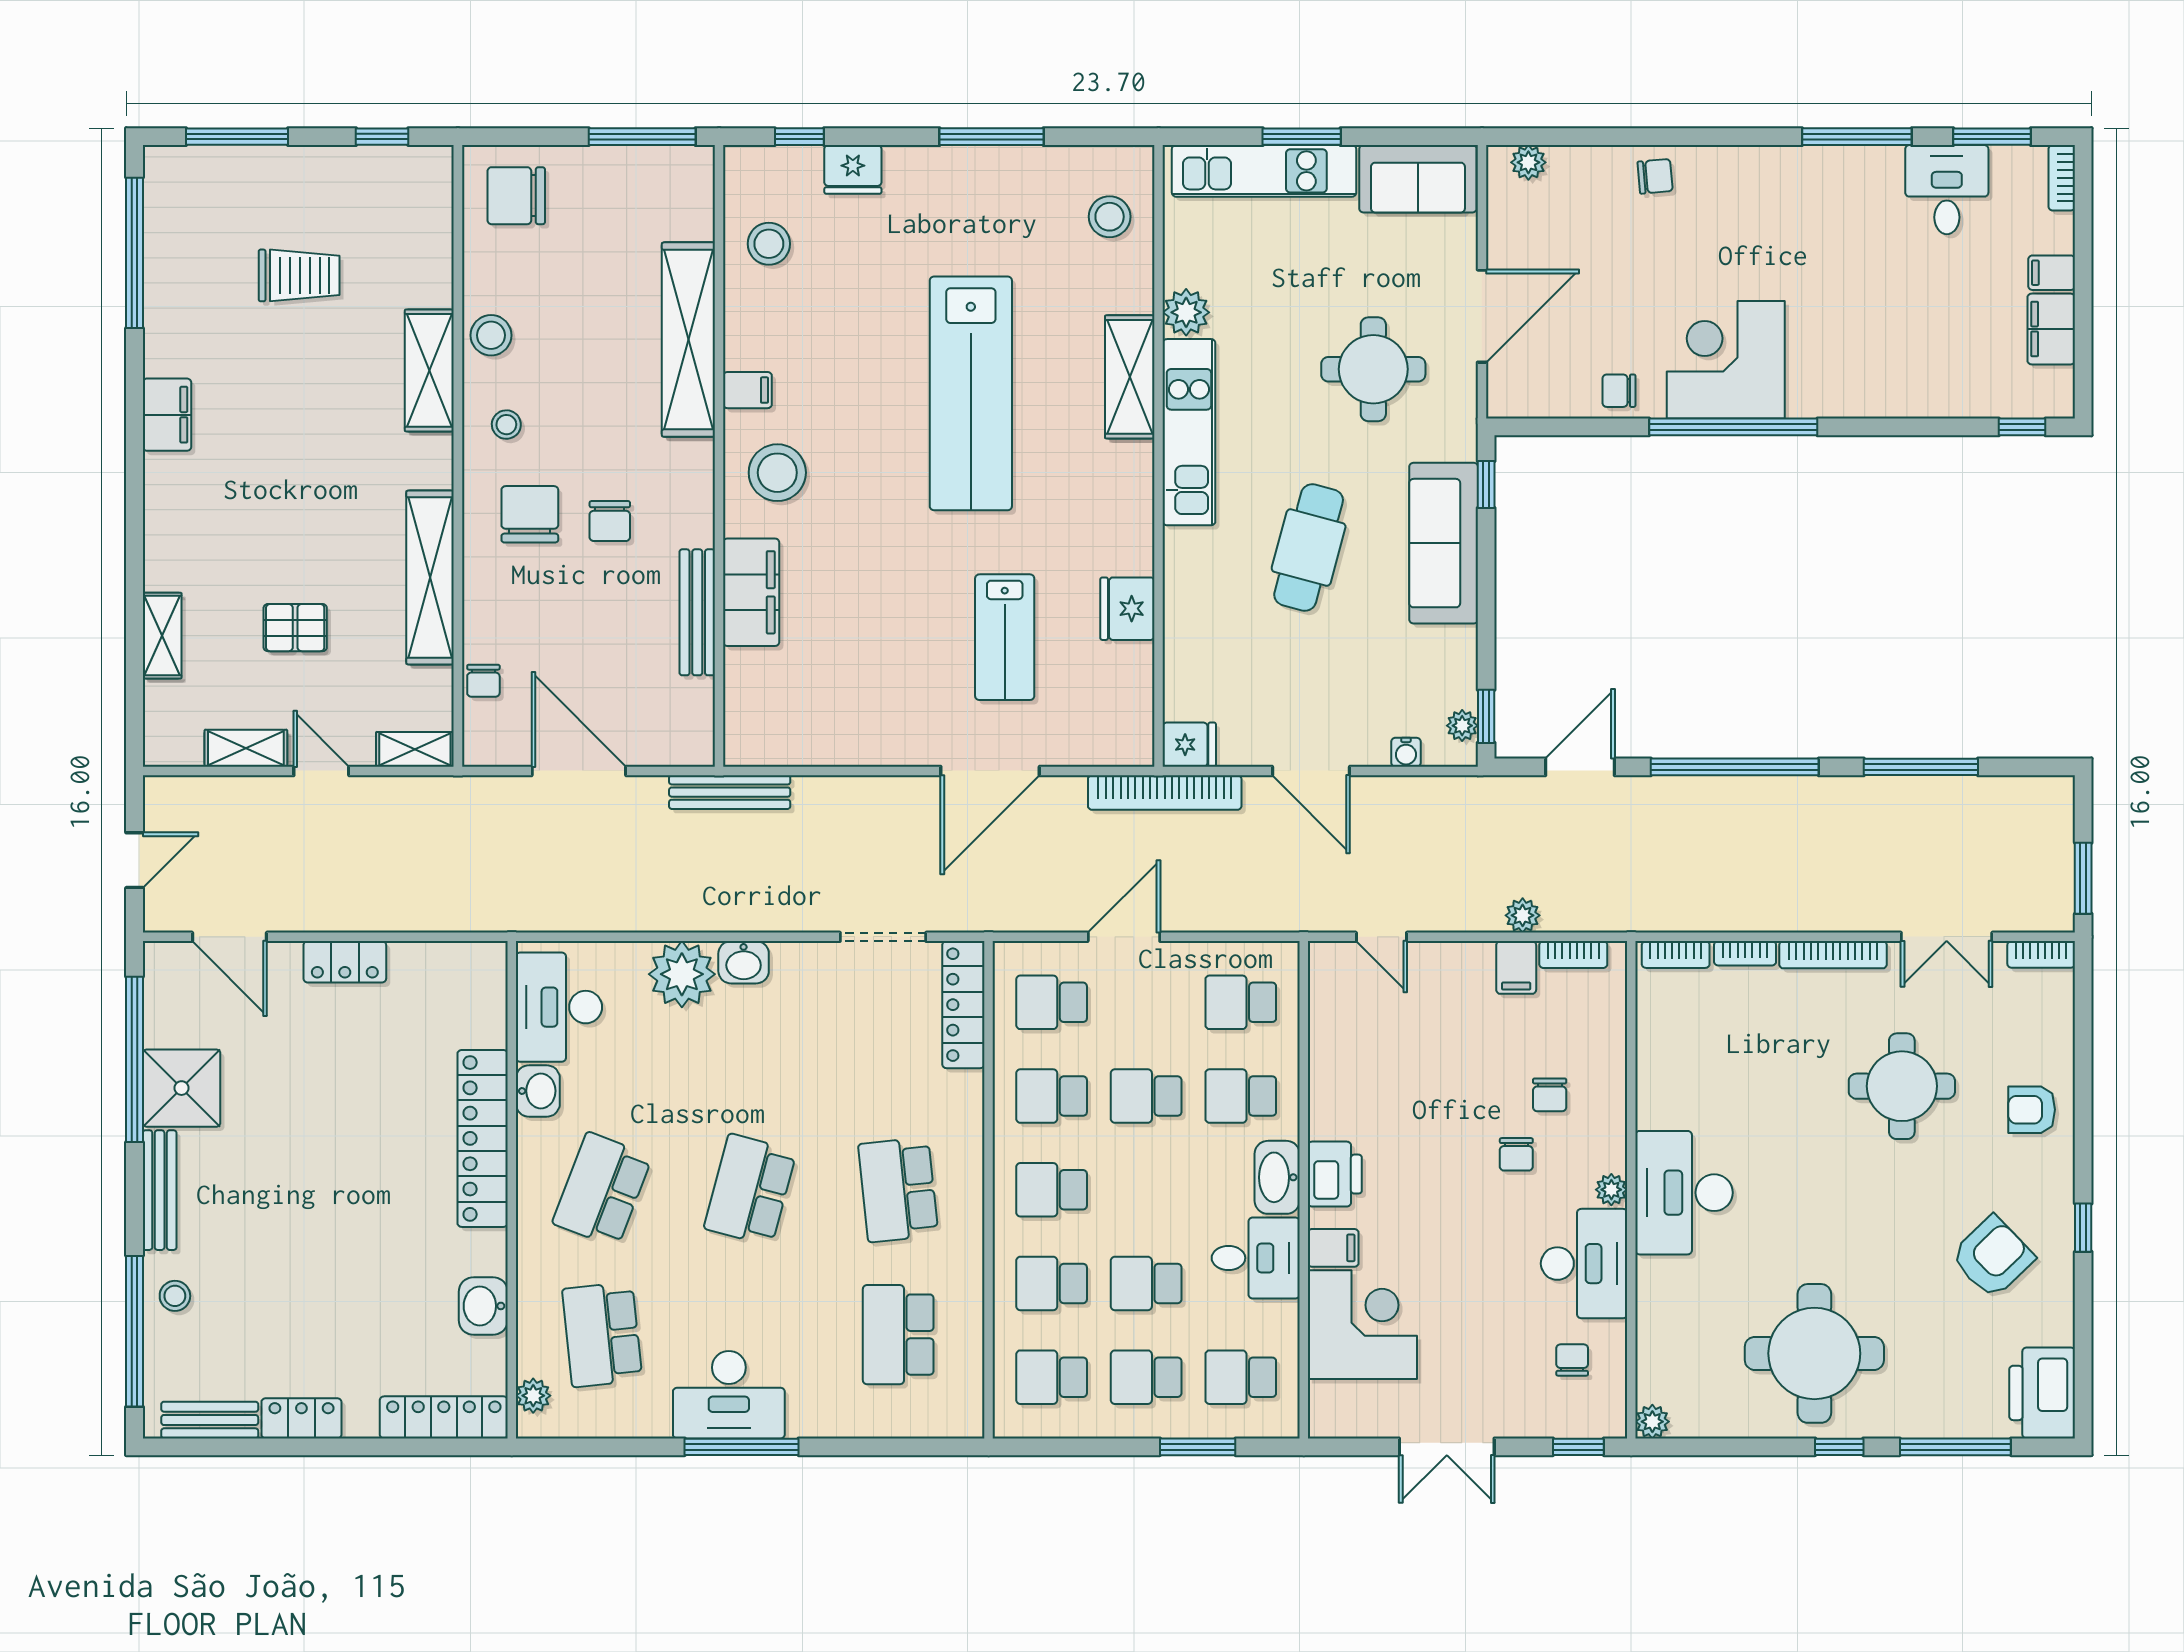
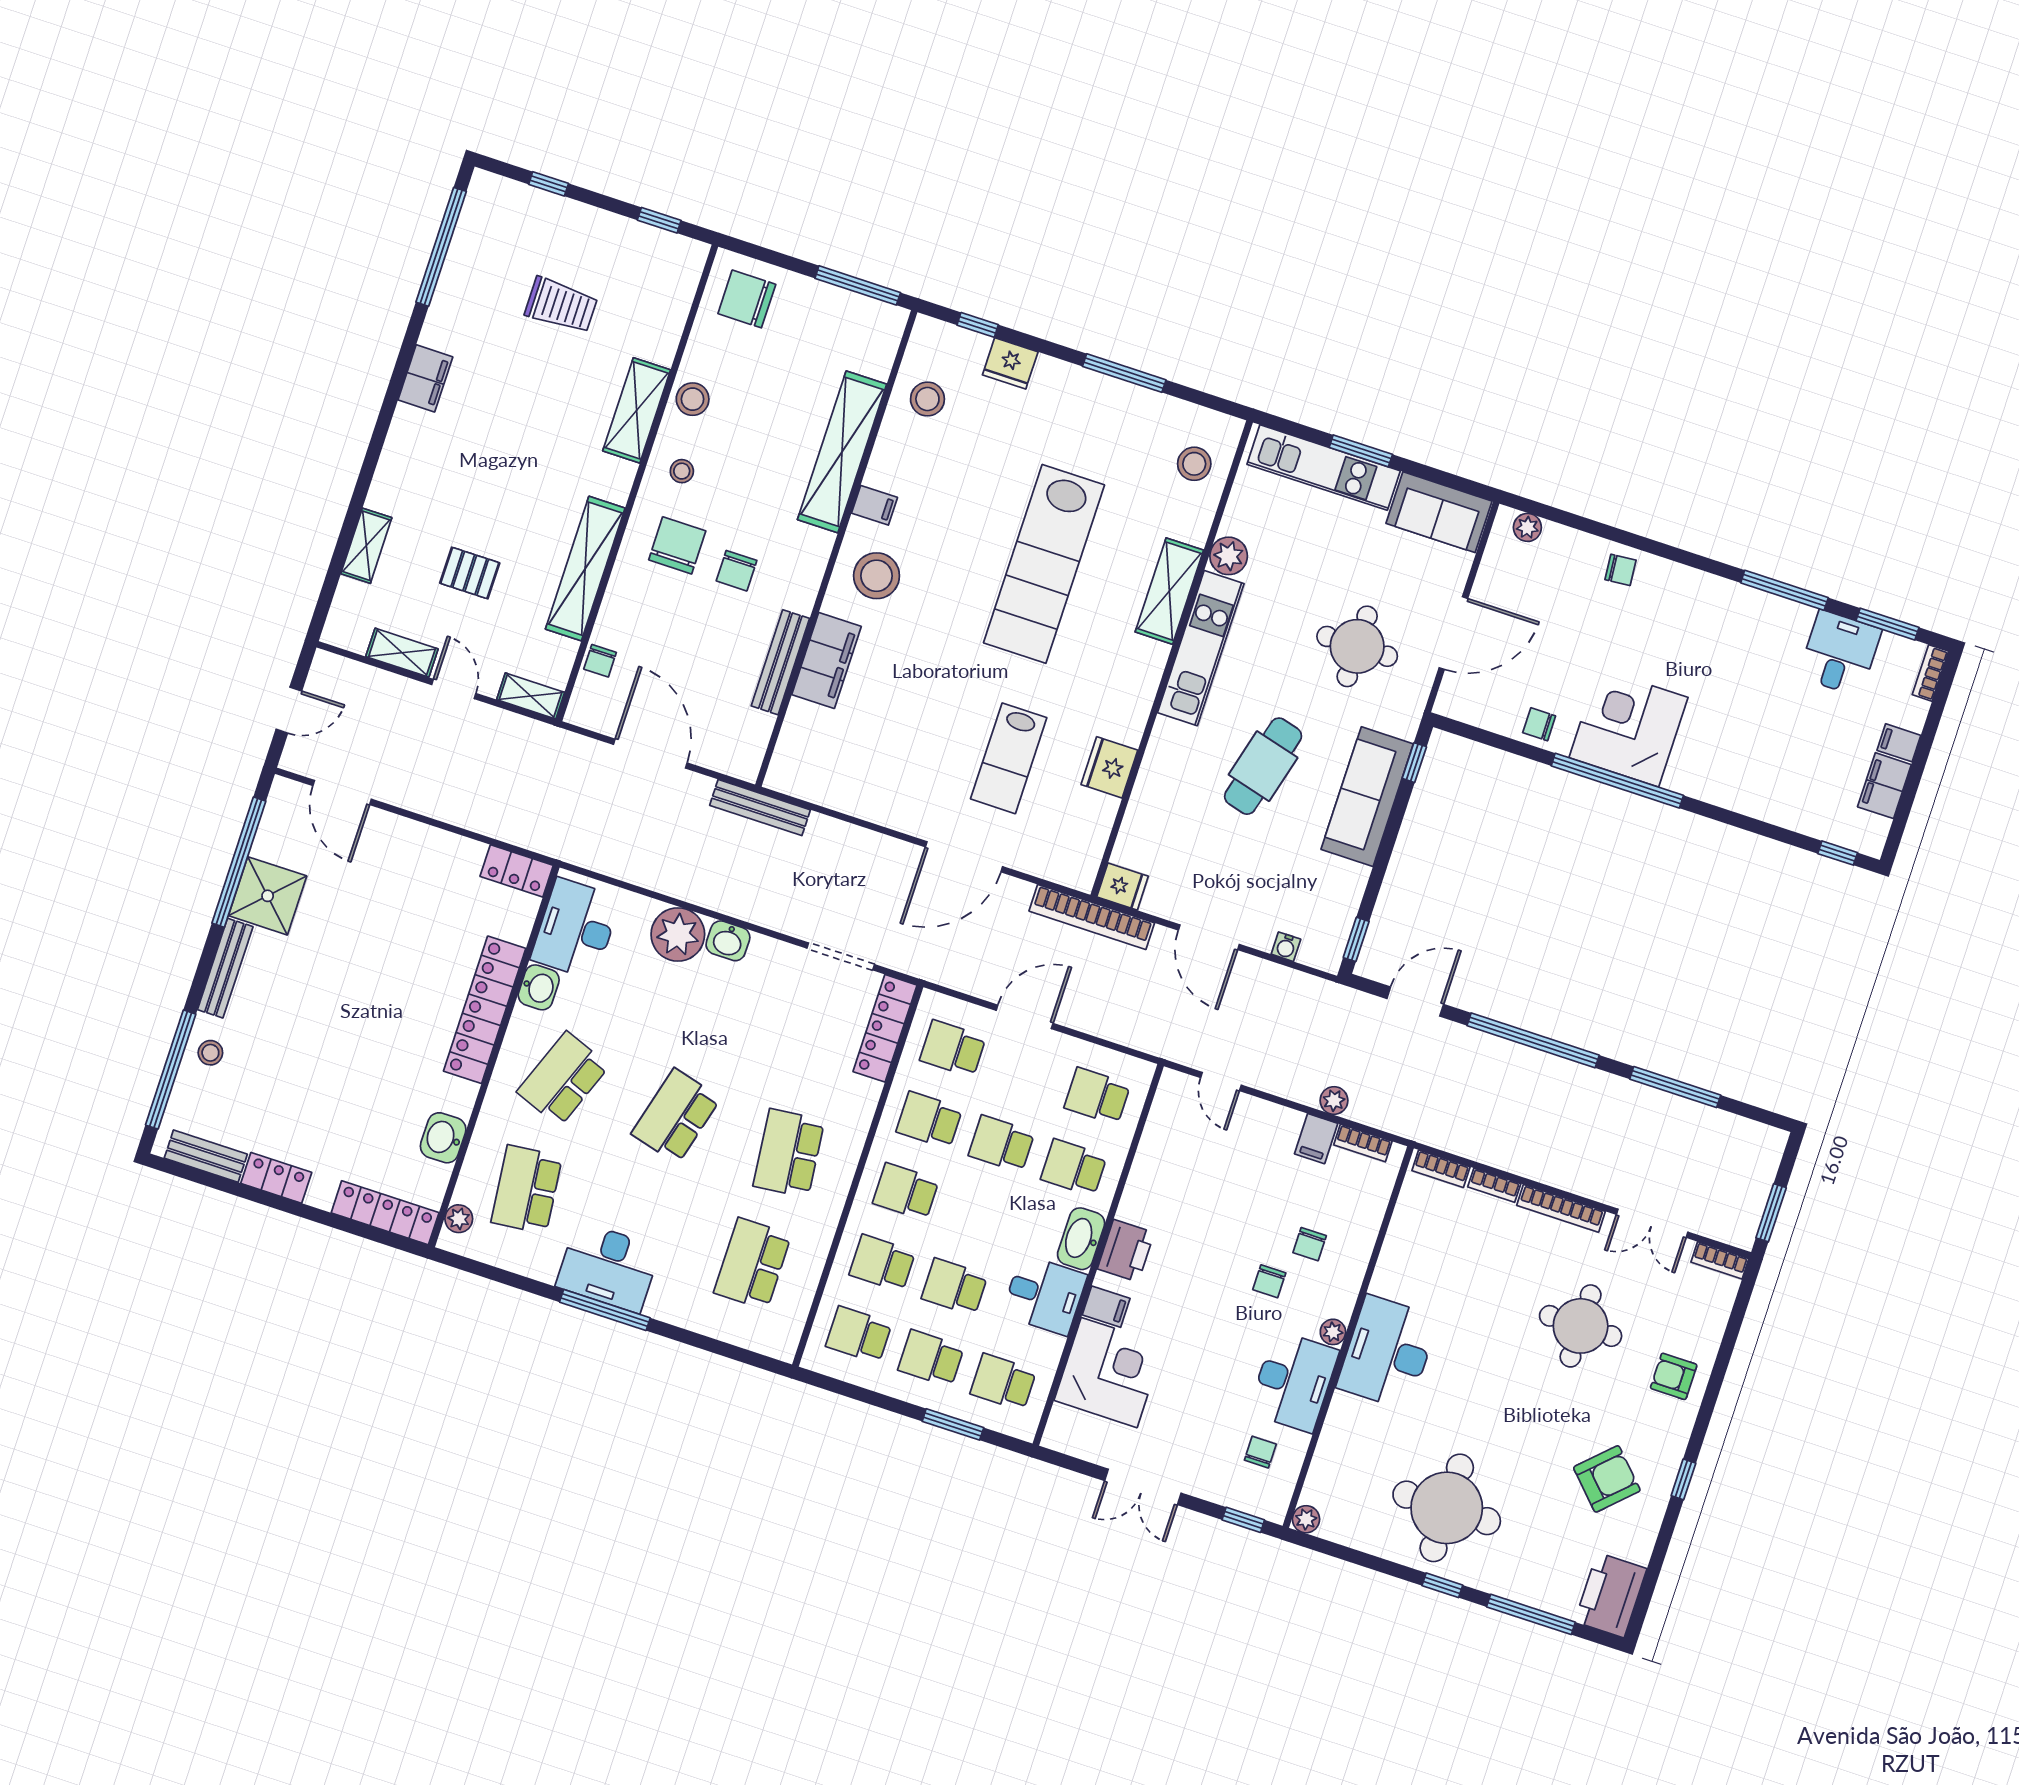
window: (237, 137) -> (549, 184), width x0.46
plant: (1462, 726) -> (1336, 941), removed
locker: (345, 962) -> (517, 871), moved

